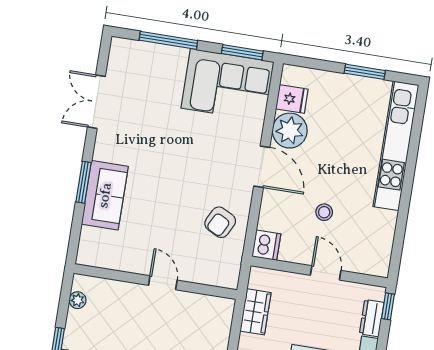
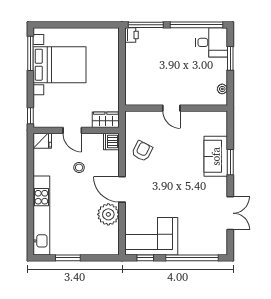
window: (168, 40) -> (192, 258), width x1.46
window: (242, 52) -> (145, 258), width x0.67
fridge: (292, 99) -> (42, 141), moved, turned 180
wardrobe: (256, 312) -> (106, 120), moved, turned 90
dresser: (372, 318) -> (39, 107), removed

